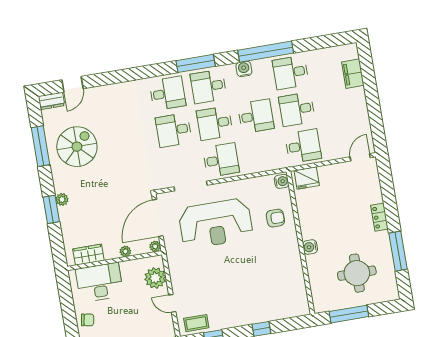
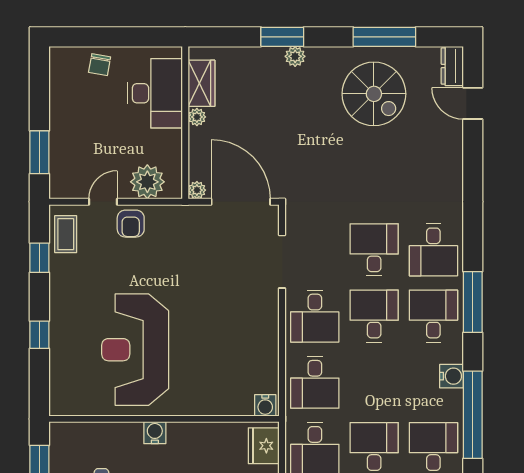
desk: (256, 116) -> (315, 382), moved
armchair: (275, 218) -> (131, 224), moved
reception desk: (216, 223) -> (135, 350), moved
plant: (125, 251) -> (197, 117), moved

